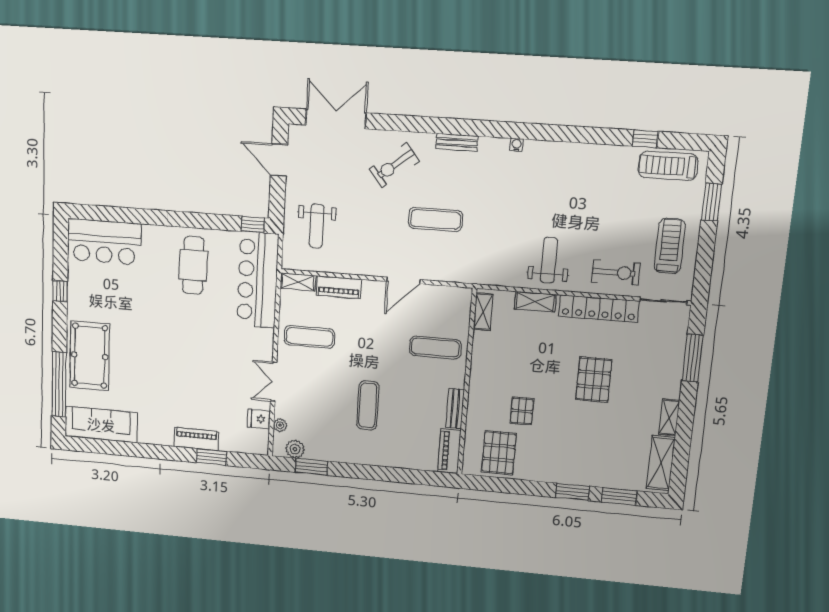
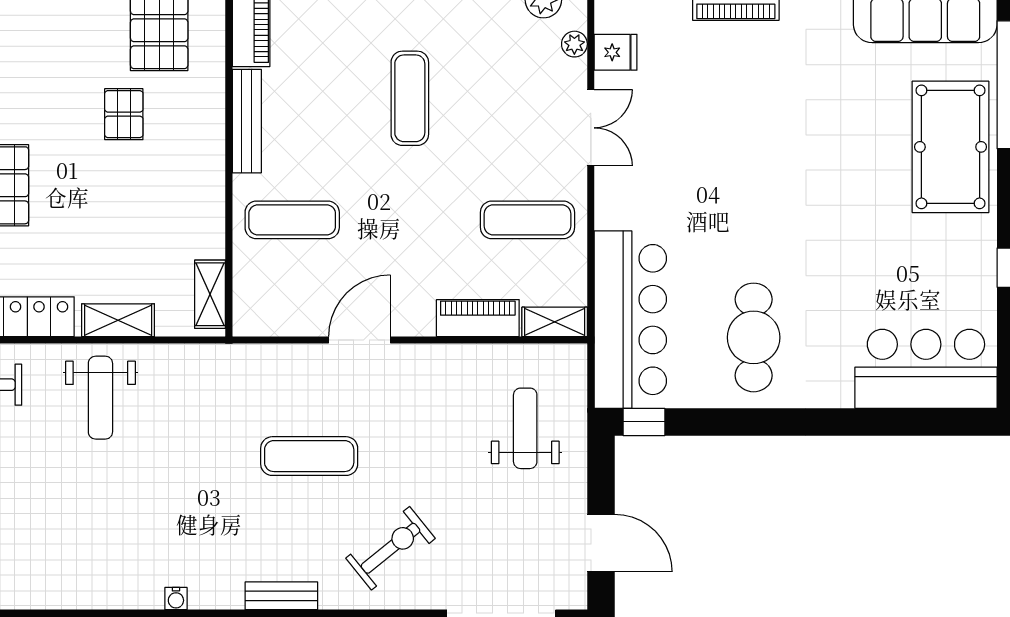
bench: (455, 409) -> (247, 121), width x1.36

